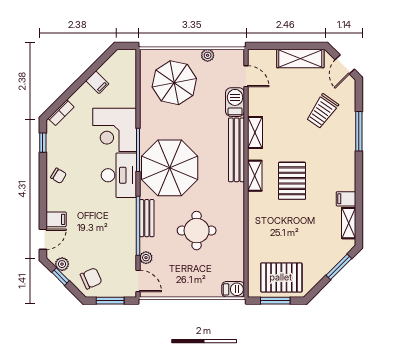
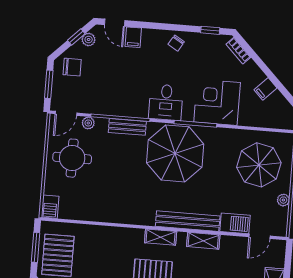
desk: (119, 175) -> (166, 102), width x0.73
round table: (197, 231) -> (72, 158), moved
chair: (91, 278) -> (72, 67), turned -66

